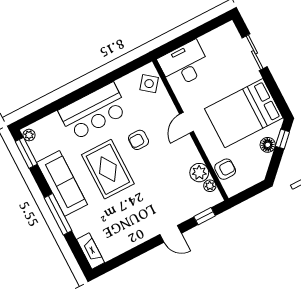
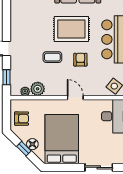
window: (282, 139) -> (24, 149), moved
armchair: (225, 169) -> (21, 119), moved, turned -90
coffee table: (153, 174) -> (52, 57), added

